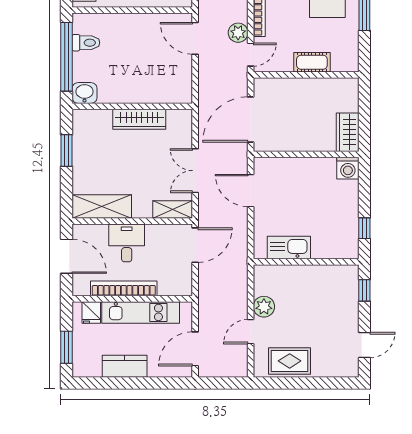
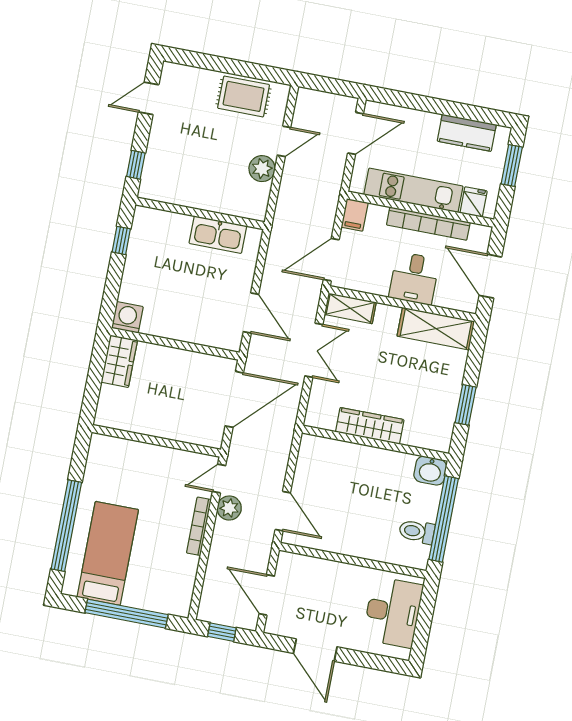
cot: (312, 62) -> (146, 455), removed
filing cabinet: (183, 284) -> (355, 215), added
kitchen counter: (125, 366) -> (467, 133), moved

